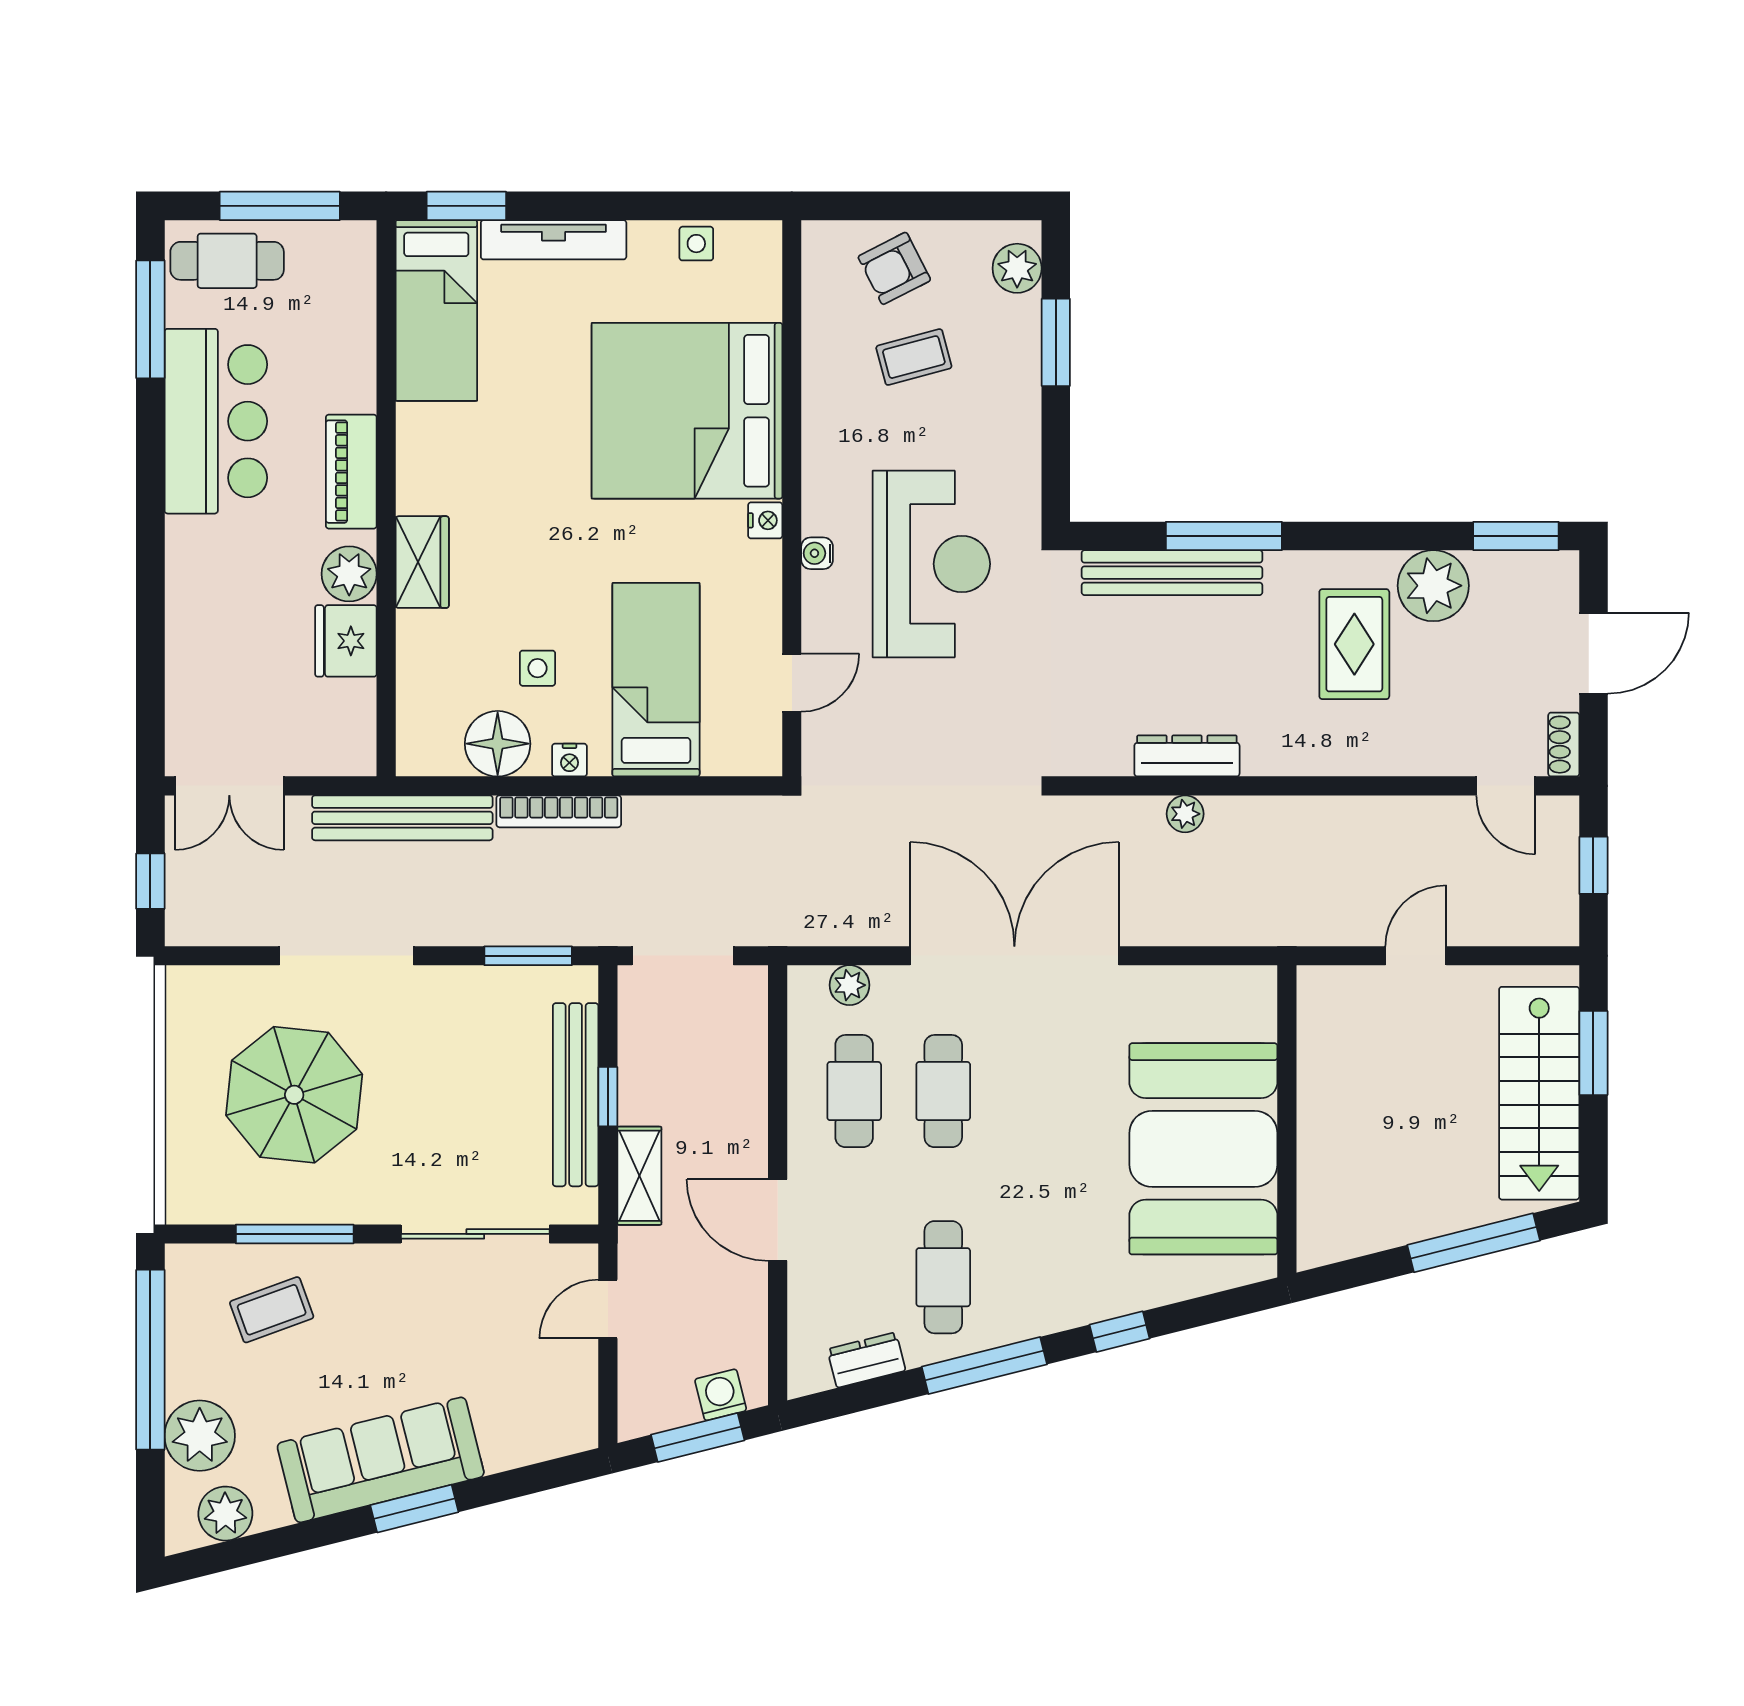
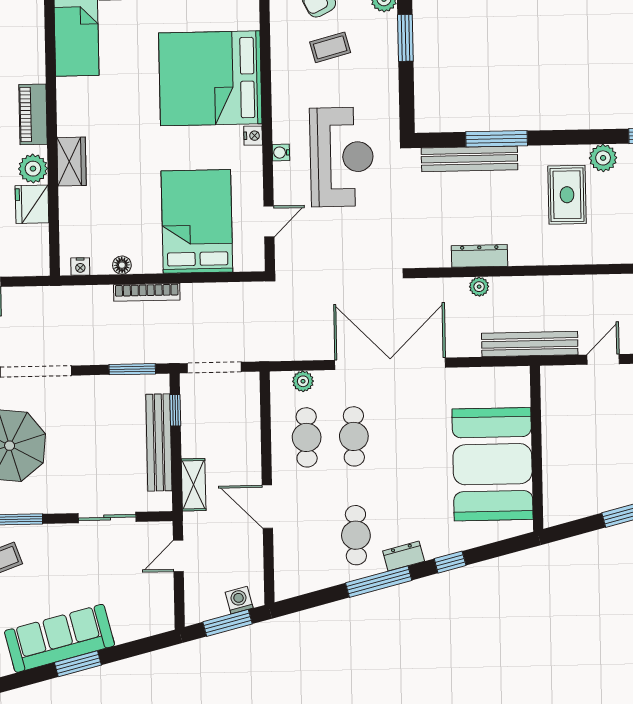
plant: (1433, 586) -> (603, 158), width x0.73, depth x0.73
side table: (537, 668) -> (134, 217), removed
bed: (656, 680) -> (197, 221), width x1.50
floor lamp: (498, 744) -> (122, 265), width x0.53, depth x0.53
nightstand: (569, 760) -> (80, 266), moved
bench: (402, 818) -> (530, 344), moved
window: (608, 1097) -> (175, 410), moved
sliding door: (475, 1234) -> (107, 517), width x0.73
dresser: (866, 1360) -> (404, 556), moved

